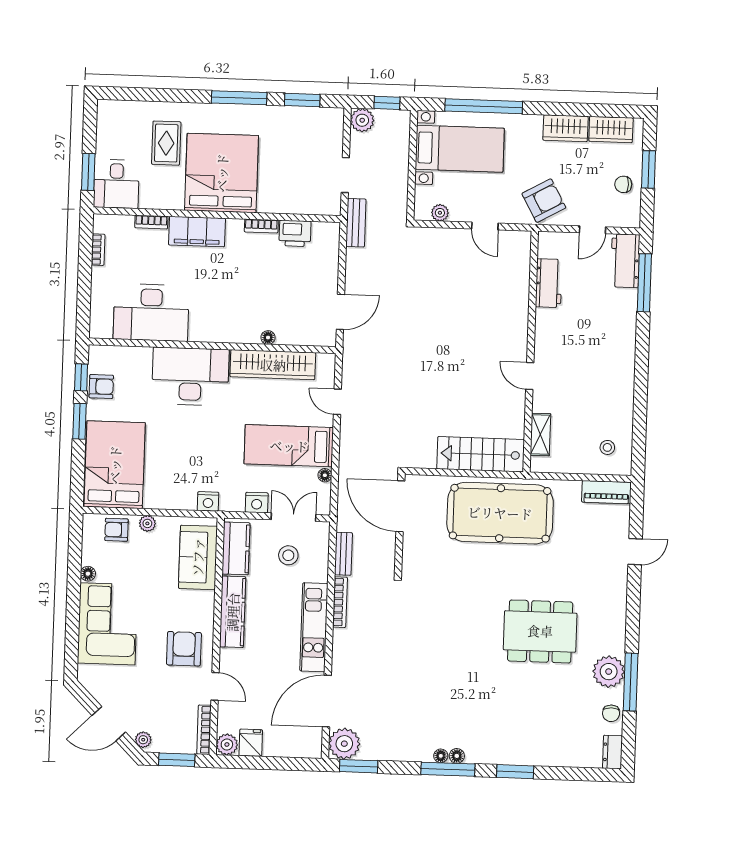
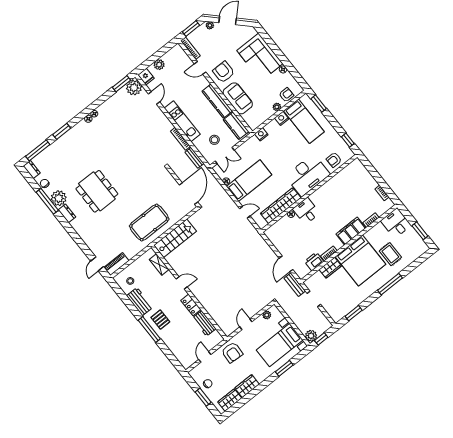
window: (239, 98) -> (390, 284), moved
window: (484, 106) -> (284, 368), width x0.47
plant: (362, 120) -> (311, 336), moved
window: (88, 172) -> (420, 231), moved
armchair: (544, 201) -> (232, 352), turned -58
wardrobe: (278, 202) -> (330, 268), added
door: (485, 226) -> (246, 324), hinge flipped
workbench: (625, 261) -> (140, 302), moved
window: (644, 283) -> (149, 330), moved
desk: (151, 312) -> (306, 211), moved, width x0.53, depth x0.77
door: (340, 312) -> (286, 264), moved
locker: (545, 329) -> (191, 305), added
pallet: (612, 347) -> (160, 320), added
armchair: (101, 387) -> (334, 160), moved
window: (80, 421) -> (319, 104), moved
bed: (115, 465) -> (304, 121), width x0.67
nightstand: (257, 503) -> (282, 118), moved
door: (400, 506) -> (188, 194), hinge flipped
pool table: (500, 513) -> (149, 223), width x0.73, depth x0.76
door: (635, 552) -> (97, 264), moved
sofa: (198, 557) -> (238, 98), moved
dining table: (540, 631) -> (97, 191), turned 90
dresser: (616, 637) -> (67, 213), added
armchair: (184, 649) -> (224, 72), turned 180
door: (327, 701) -> (154, 98), width x0.53
fridge: (251, 743) -> (146, 77), moved
plant: (227, 744) -> (159, 65), moved
window: (448, 769) -> (38, 150), moved

